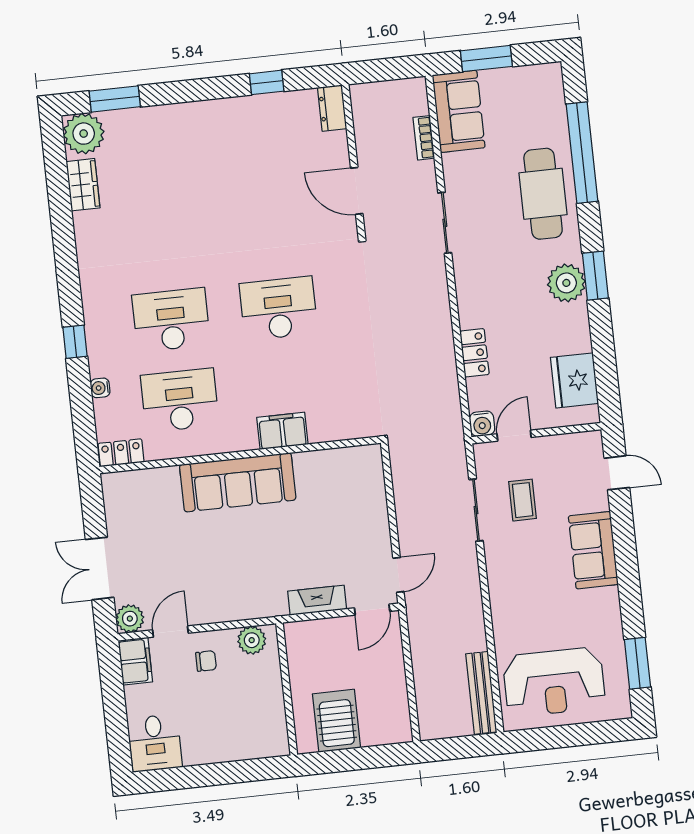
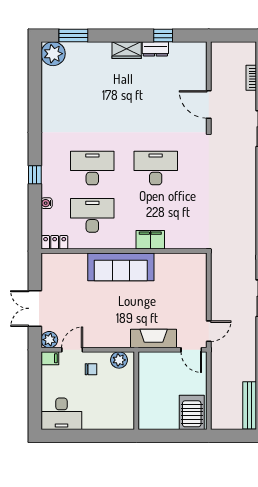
dresser: (332, 108) -> (155, 49), moved, turned -90
wardrobe: (83, 185) -> (127, 50), moved, turned 90
fireplace: (317, 600) -> (154, 339), width x1.37, depth x1.32
door: (372, 610) -> (191, 350), hinge flipped
filing cabinet: (135, 661) -> (50, 358), width x0.50
server rack: (337, 721) -> (192, 412), moved
desk: (155, 743) -> (62, 414), width x1.37

